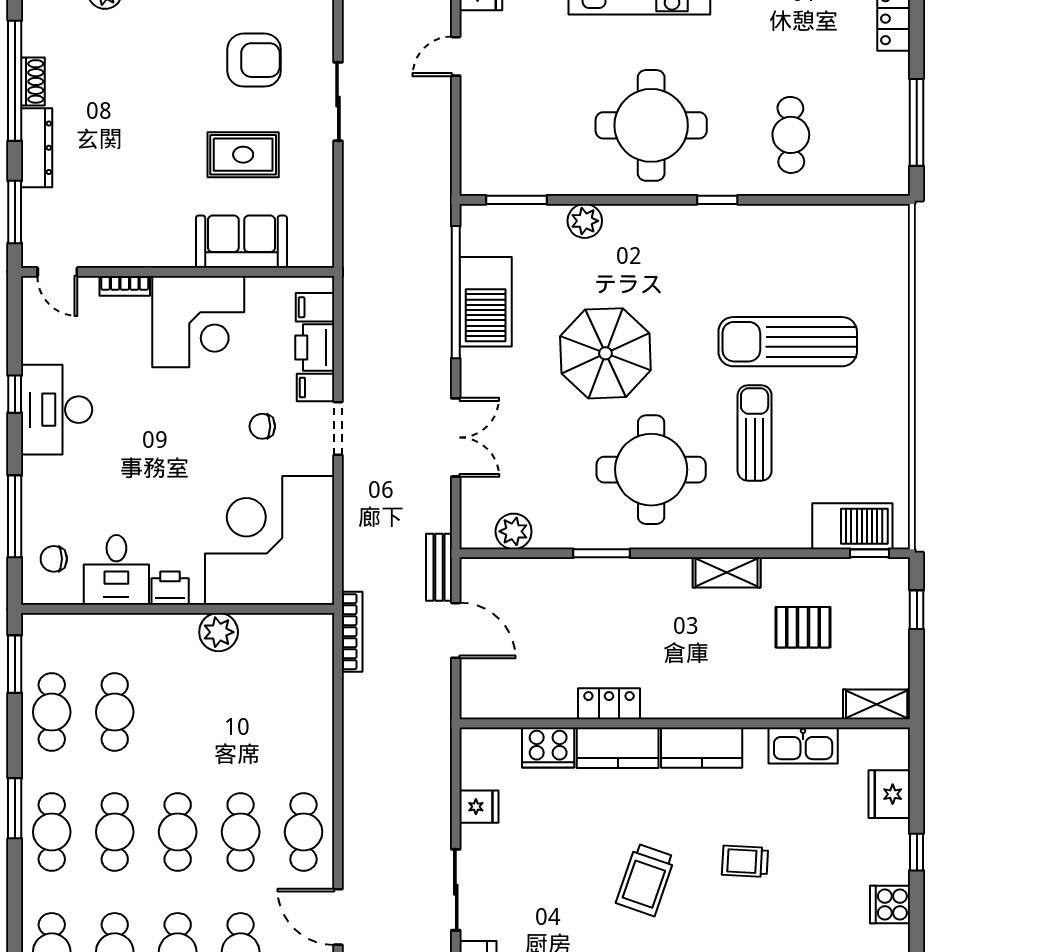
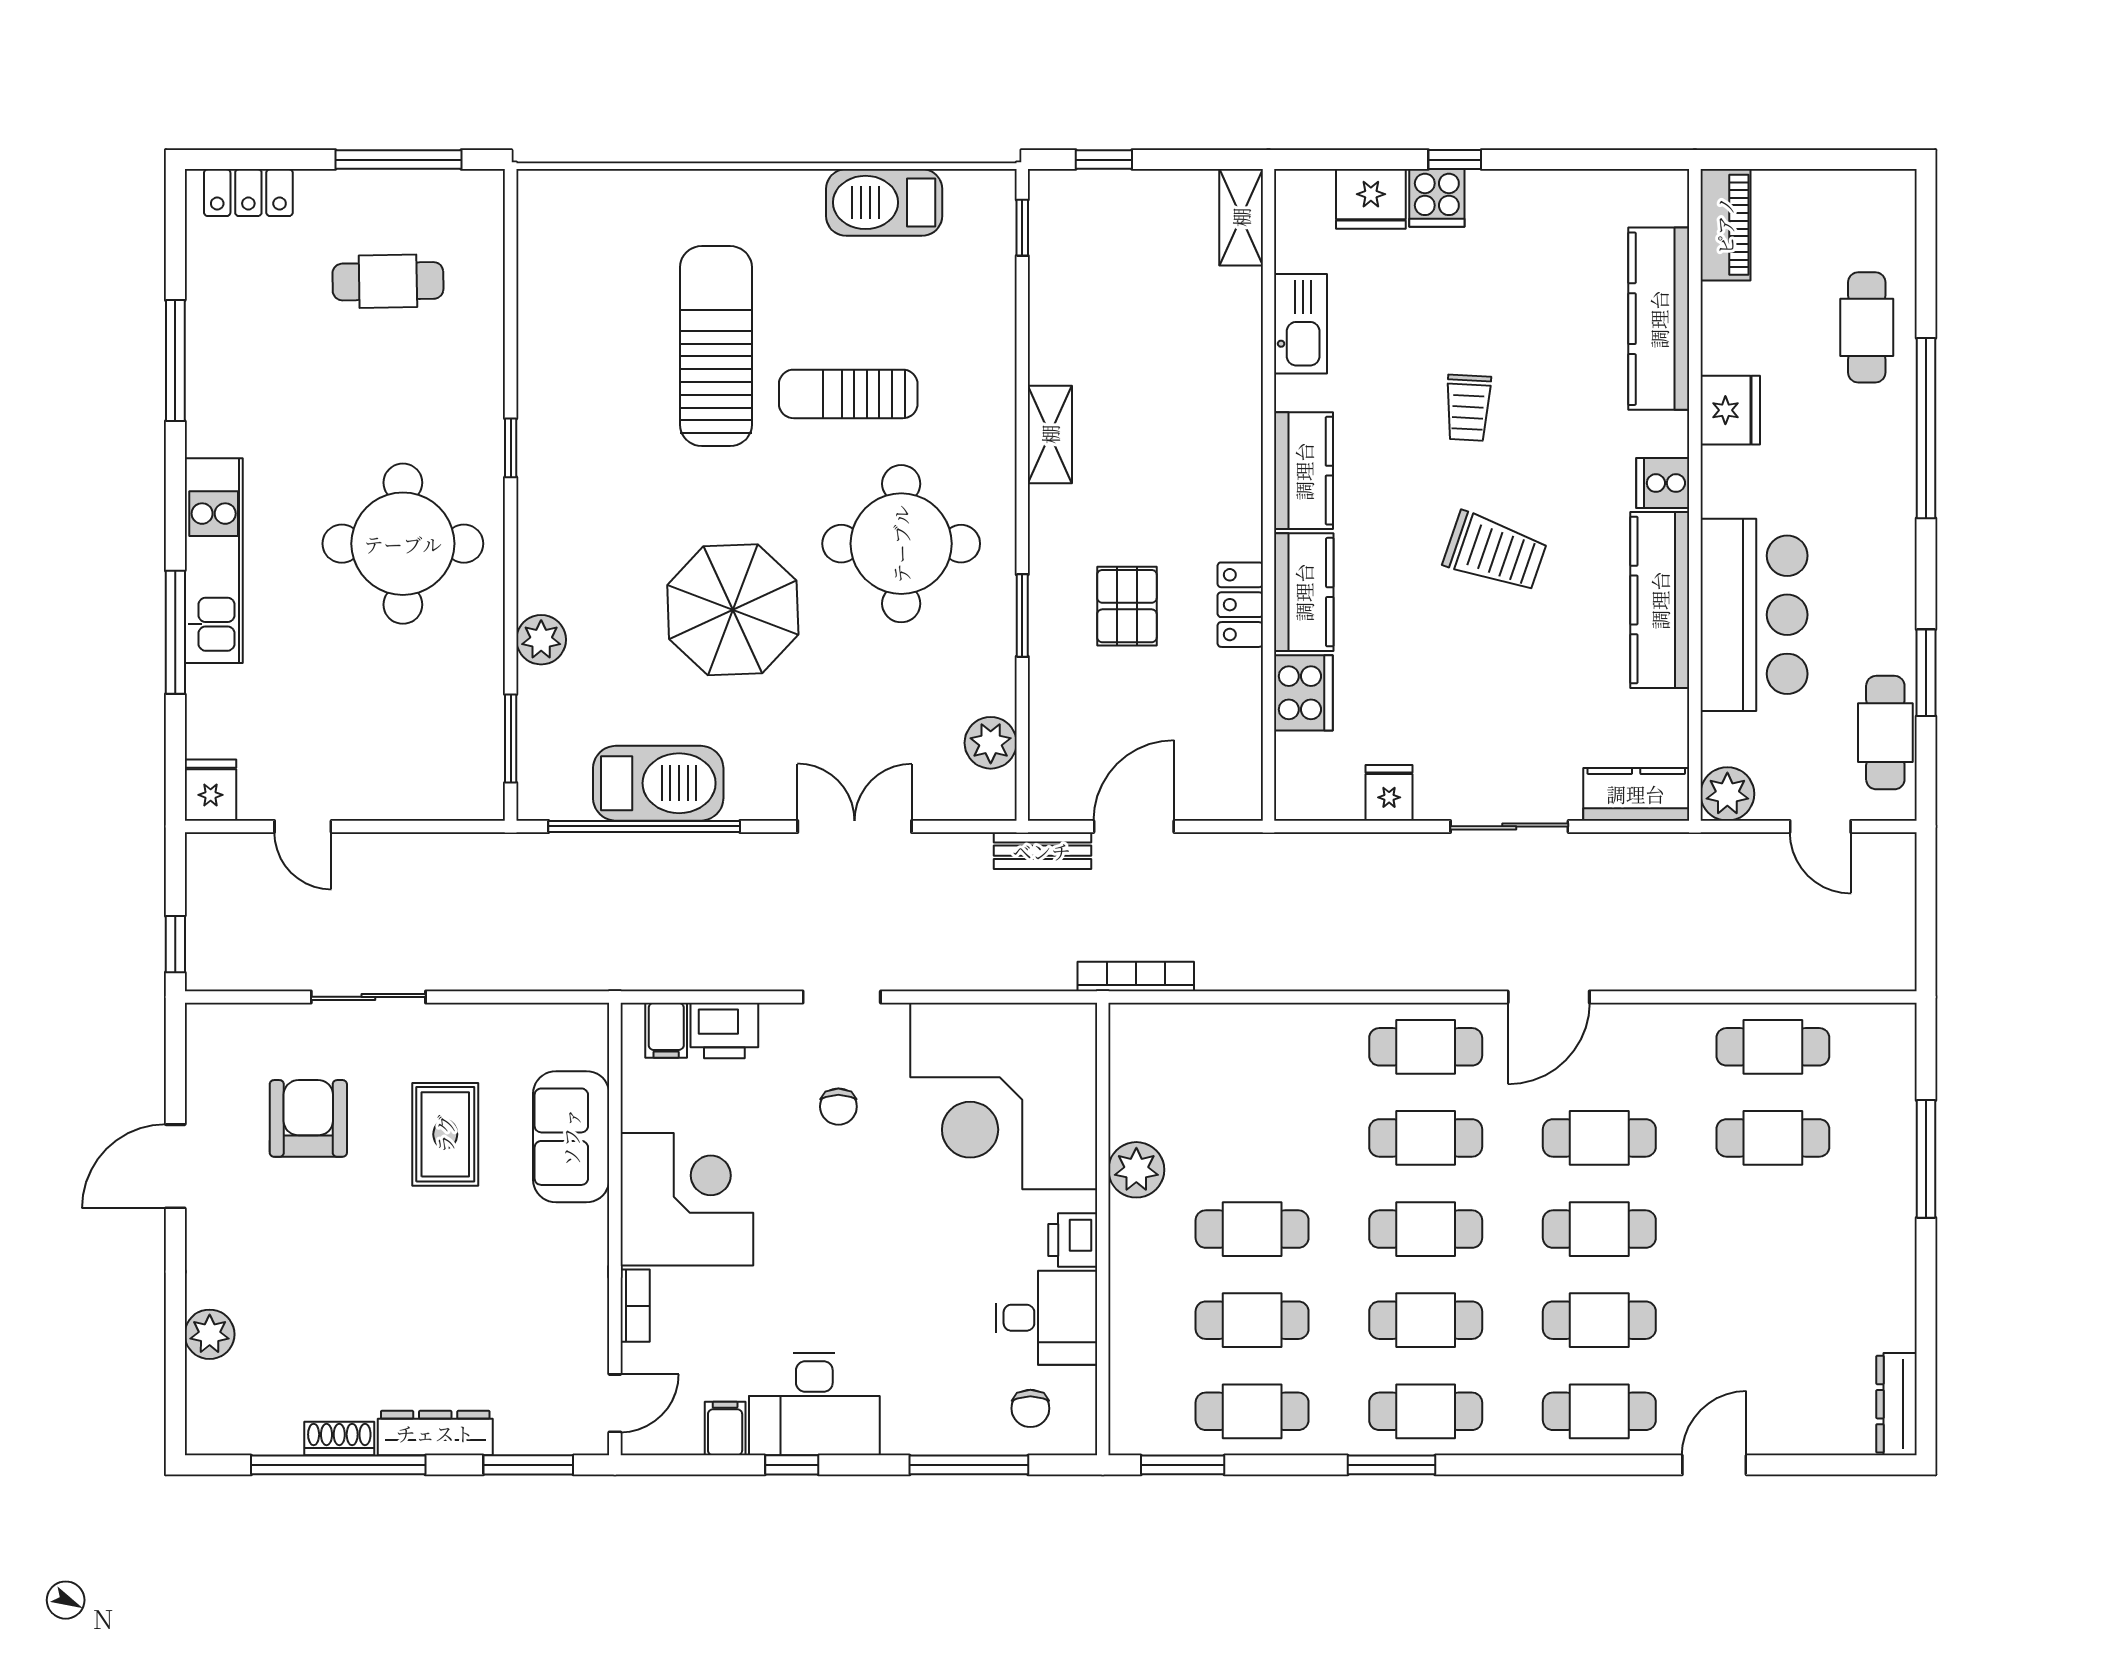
cafe table: (791, 135) -> (388, 281), moved
sun lounger: (788, 342) -> (716, 346), turned 180
filing cabinet: (315, 387) -> (725, 1428), moved, turned 180
barbecue: (852, 526) -> (884, 202), moved, turned -90
pallet: (803, 627) -> (1127, 606), moved
cafe table: (178, 712) -> (1252, 1229), added
cooker: (890, 904) -> (1437, 198), moved

